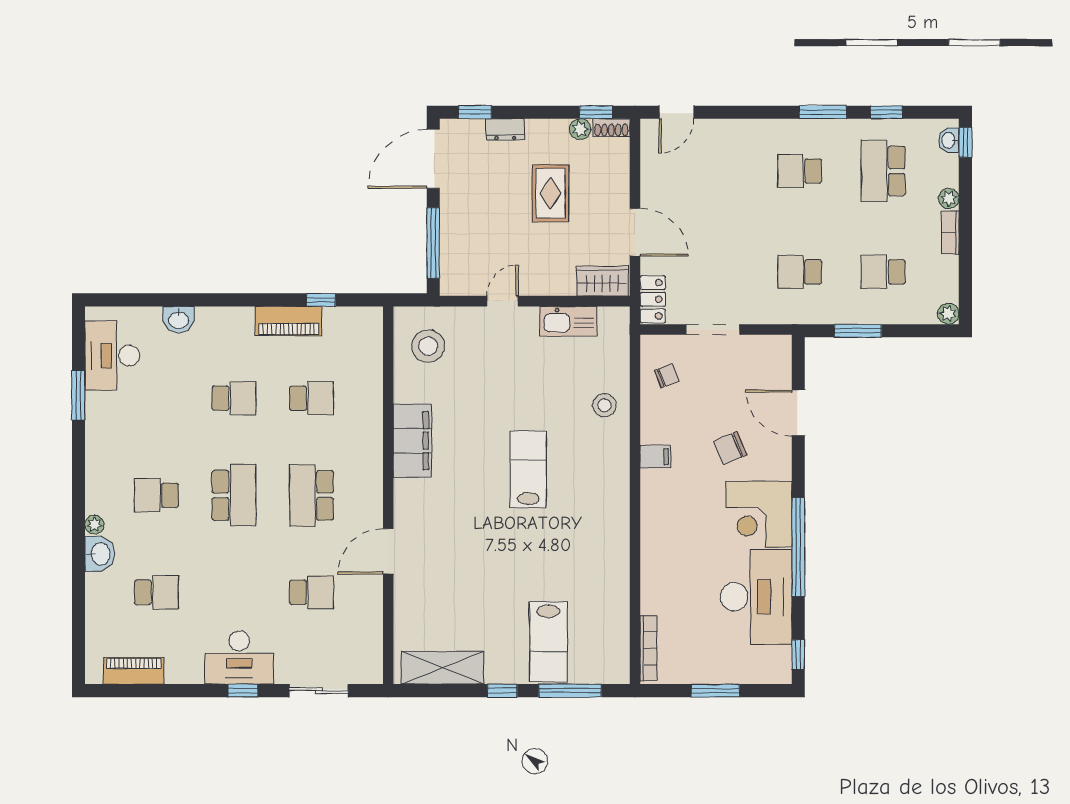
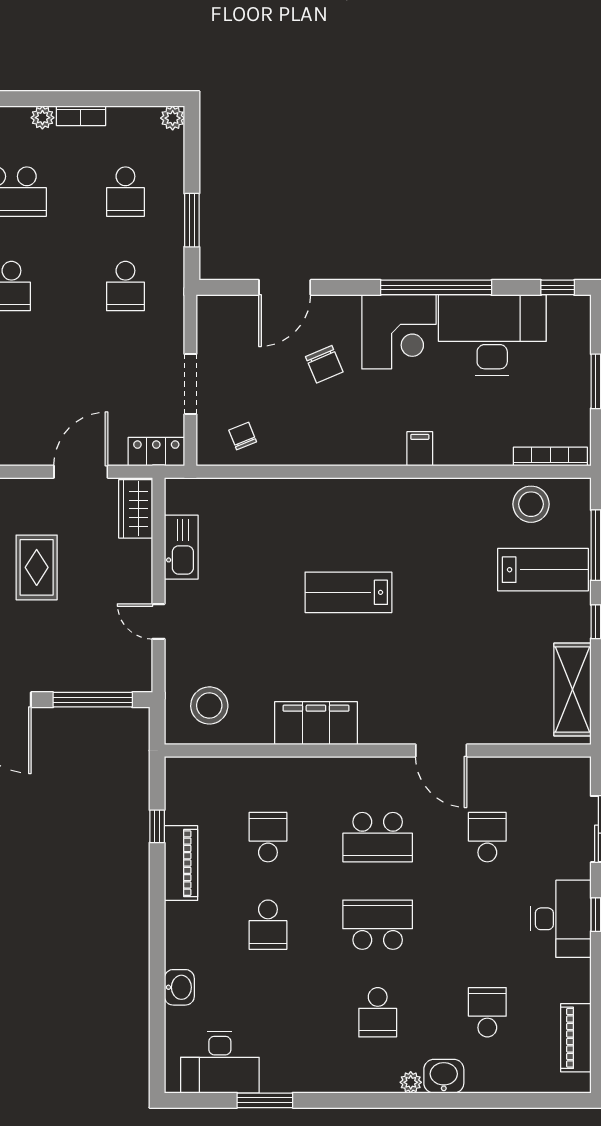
rug: (550, 193) -> (37, 567), turned 90
school desk: (234, 398) -> (268, 925), turned 180
stool: (604, 405) -> (531, 504), moved, width x1.38, depth x1.38
filing cabinet: (655, 457) -> (420, 449), moved

